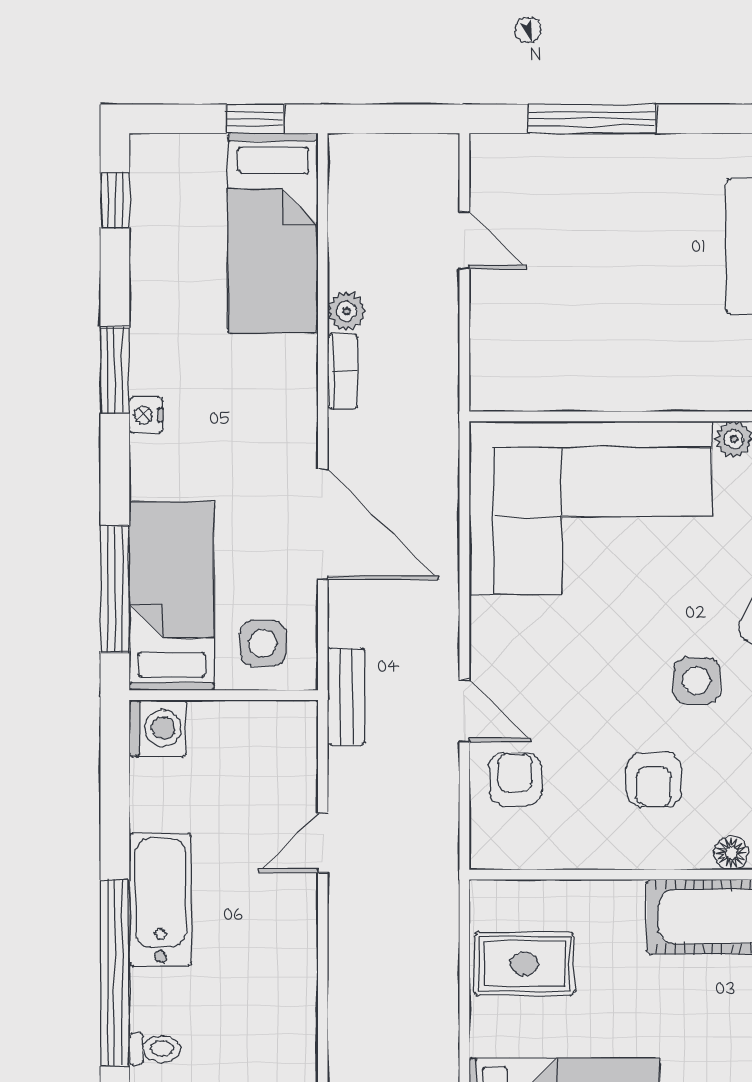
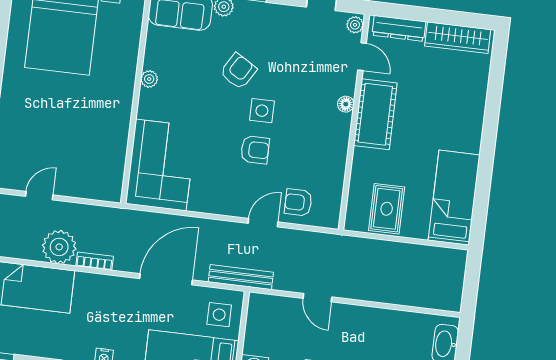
plant: (346, 311) -> (59, 247), width x1.87, depth x1.87
corner sofa: (591, 508) -> (161, 165), width x0.73, depth x0.74
bench: (346, 696) -> (241, 277), width x1.36
armchair: (654, 780) -> (255, 150), moved

